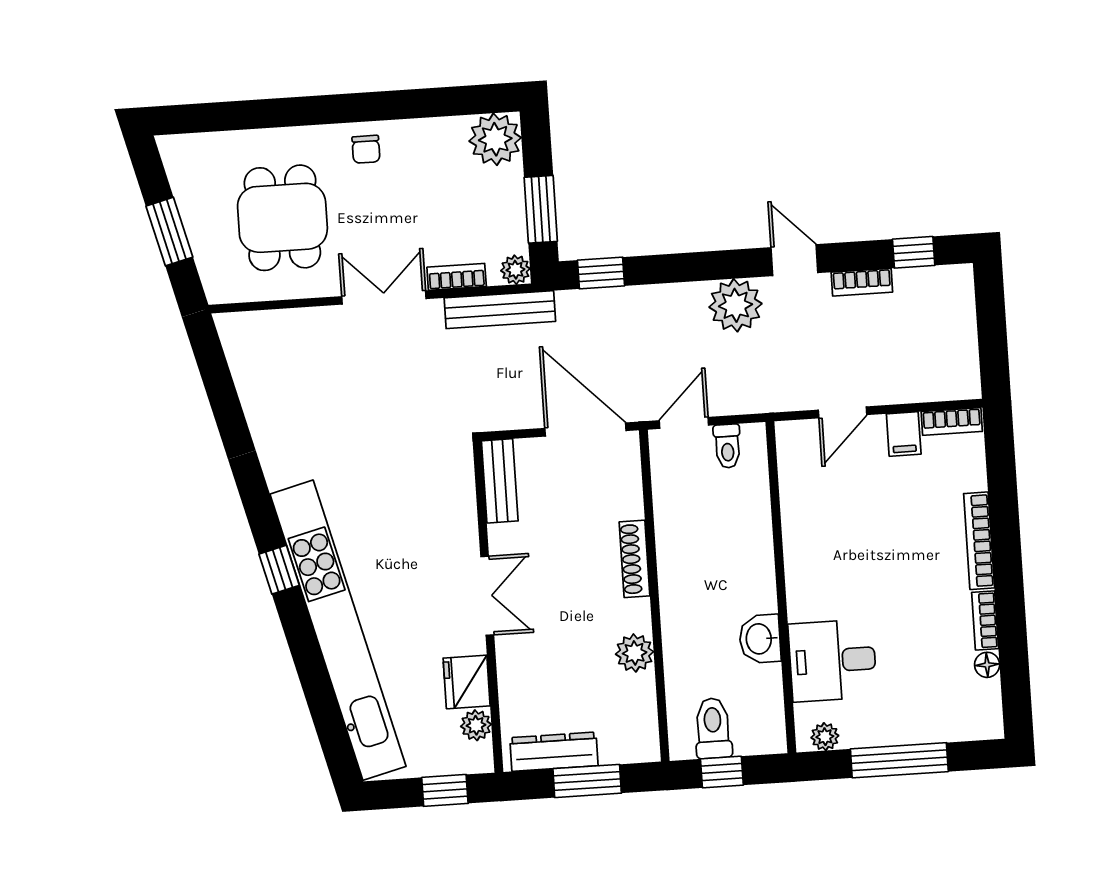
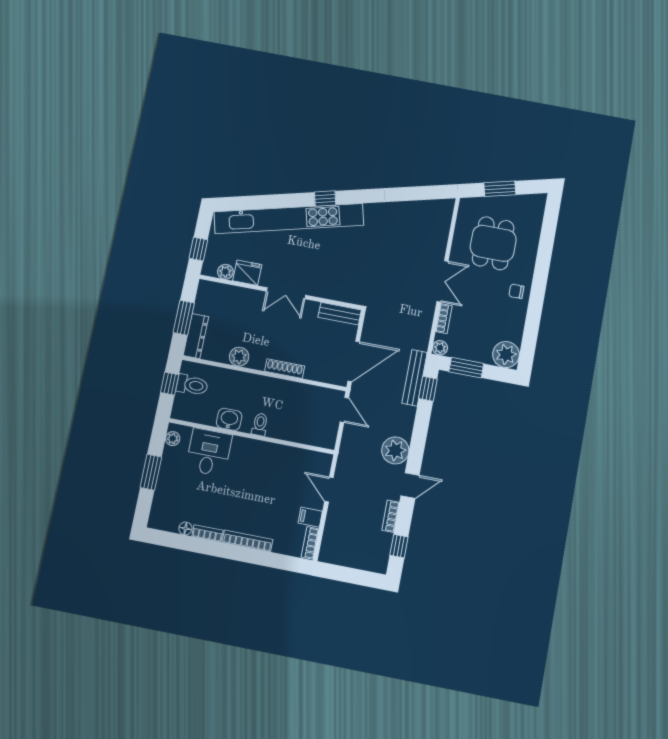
dining table: (282, 218) -> (493, 243), turned 90
bench: (500, 310) -> (415, 378), moved
toilet: (727, 446) -> (260, 424), moved, turned 90
dresser: (554, 752) -> (196, 336), moved
window: (899, 760) -> (151, 472), width x0.69

